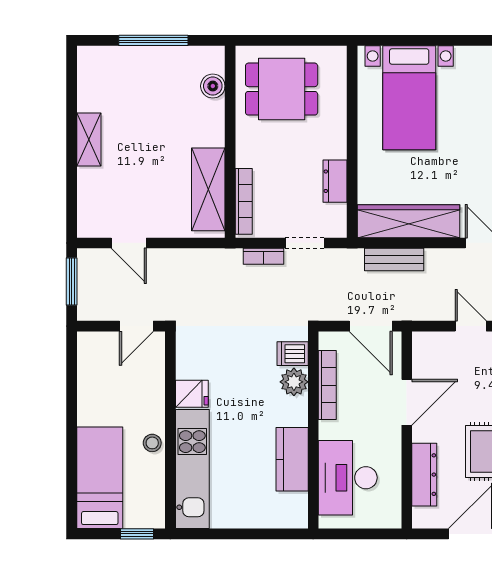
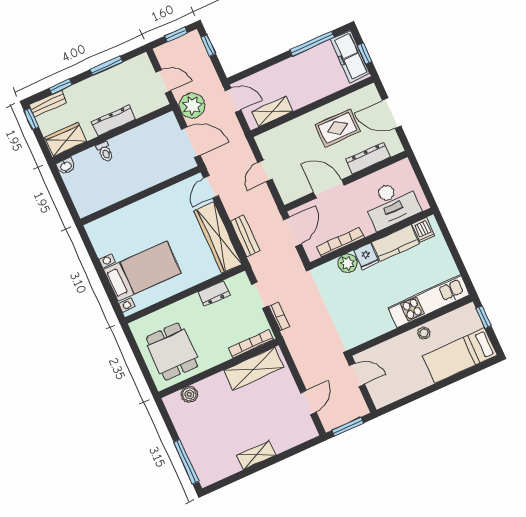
window: (153, 40) -> (186, 462), moved
dishwasher: (293, 354) -> (423, 230), moved
fridge: (192, 394) -> (366, 256), moved, turned 180

